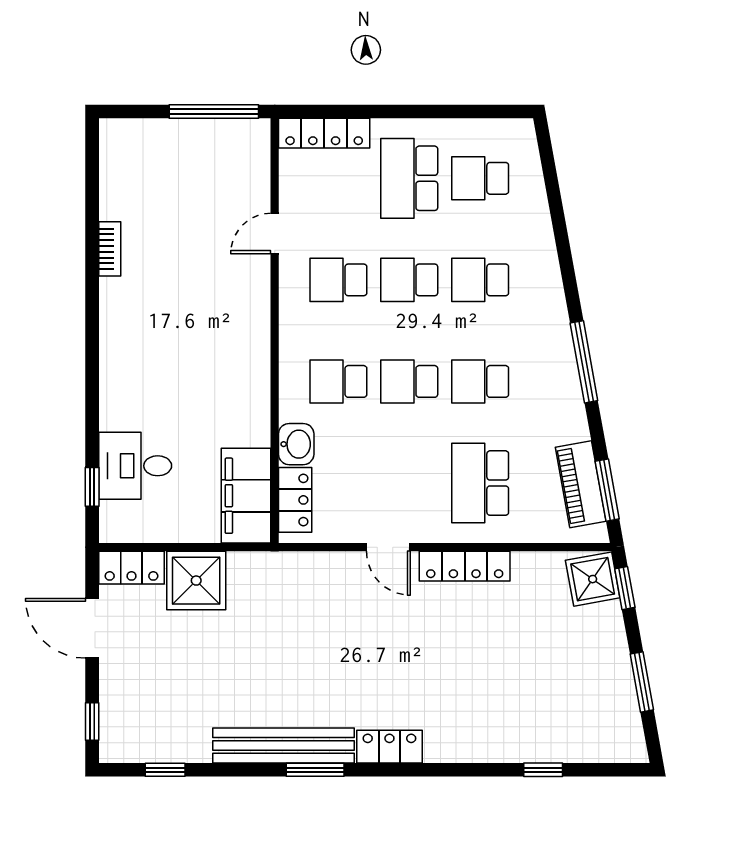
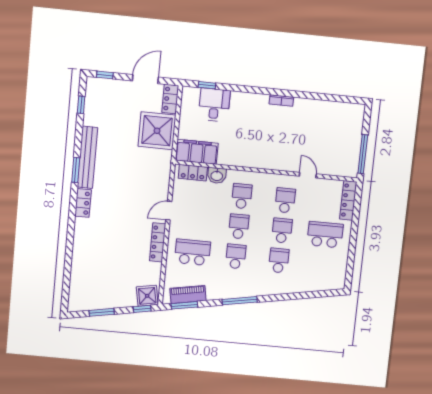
school desk: (480, 178) -> (322, 265), removed
bookcase: (110, 249) -> (281, 100), moved
shower: (196, 581) -> (157, 131), width x1.37, depth x1.37
window: (543, 770) -> (68, 267), removed

